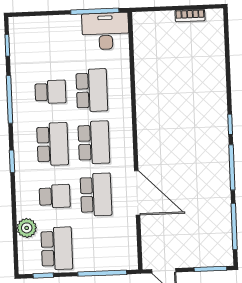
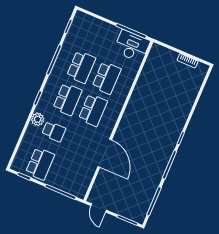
school desk: (50, 92) -> (81, 67), width x1.85
school desk: (96, 195) -> (79, 142), removed
plant: (27, 228) -> (38, 119), moved

